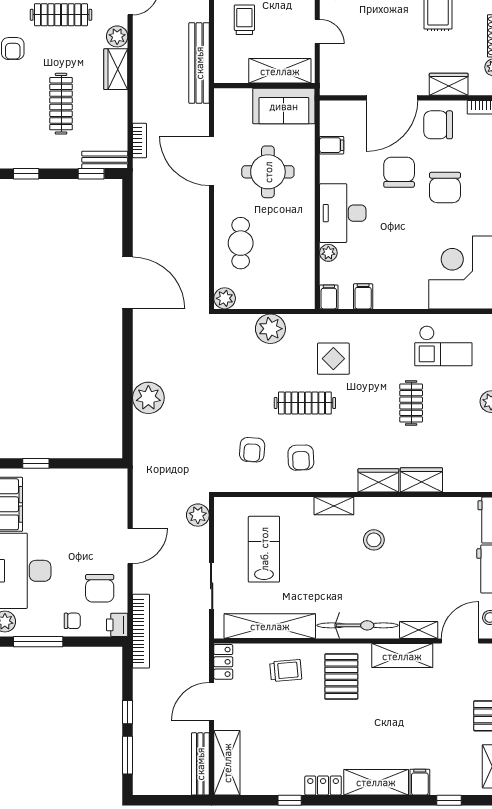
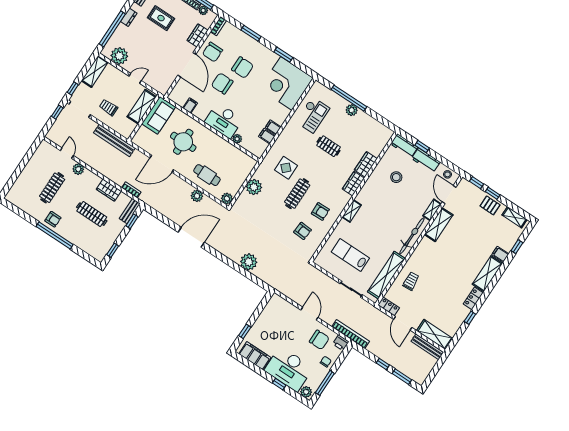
wardrobe: (116, 69) -> (109, 190), moved
filing cabinet: (329, 297) -> (273, 127), moved
plant: (198, 515) -> (197, 196), moved
stool: (374, 540) -> (396, 177), moved
pallet: (341, 677) -> (430, 258), removed

